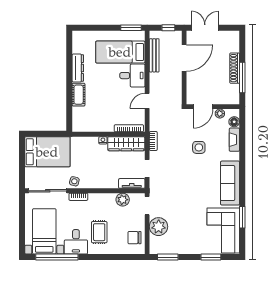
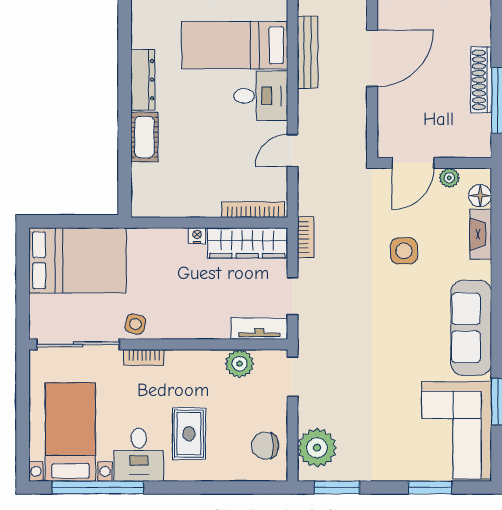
plant: (159, 227) -> (317, 448), moved

